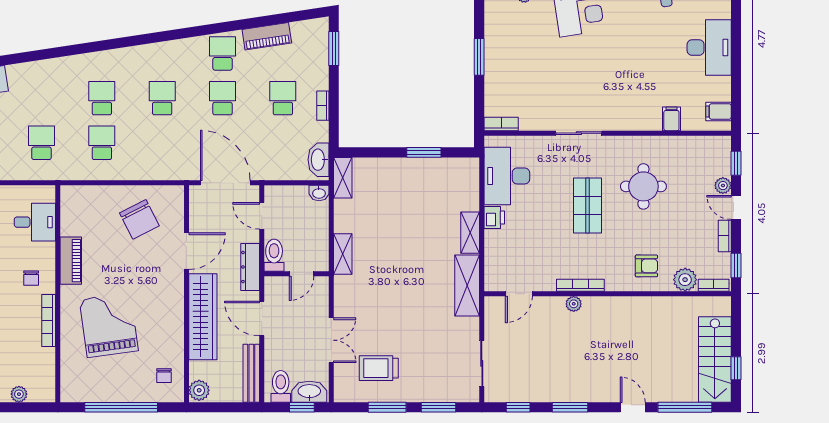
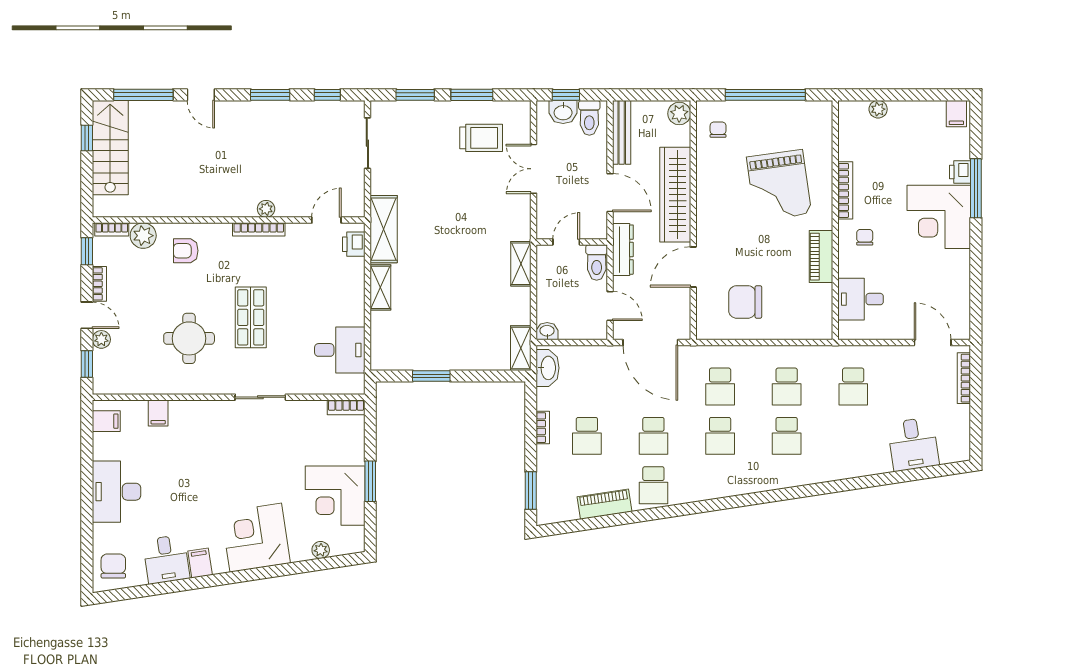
corner desk: (511, 44) -> (335, 496), added
school desk: (162, 143) -> (720, 387), added
desk: (507, 176) -> (340, 350), width x0.73
printer: (494, 218) -> (354, 244), moved
chair: (139, 219) -> (745, 302), turned -63
washbasin: (309, 392) -> (563, 112), width x0.72

